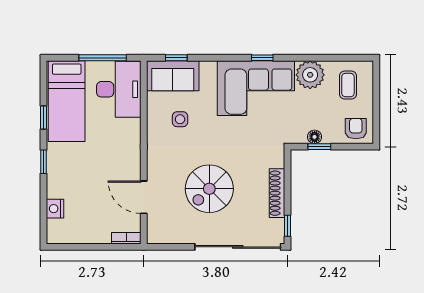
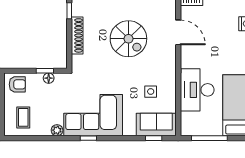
plant: (310, 75) -> (57, 130), width x0.53, depth x0.53
desk: (119, 89) -> (197, 90), moved
armchair: (356, 129) -> (17, 84), turned -90
spiral stairs: (209, 189) -> (128, 39), turned 90

